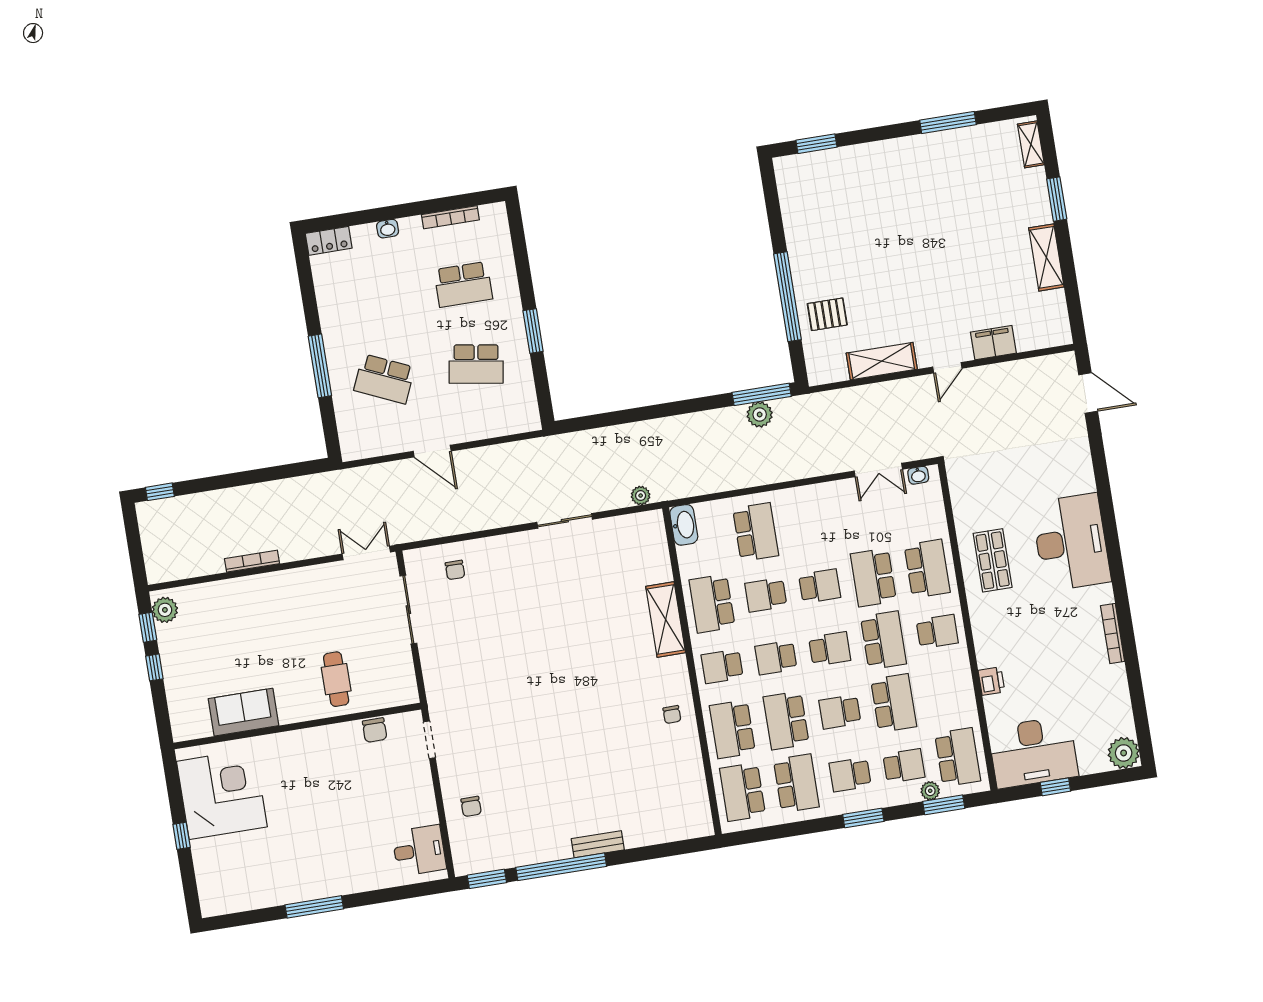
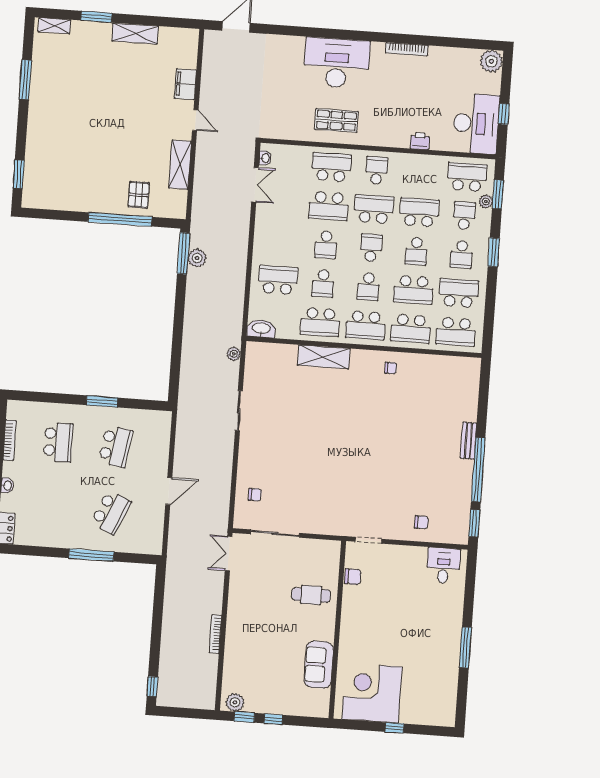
school desk: (820, 586) -> (326, 245), turned 180
school desk: (722, 666) -> (366, 325), width x1.85

